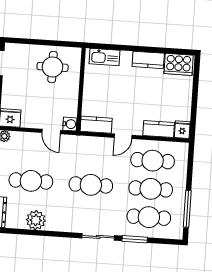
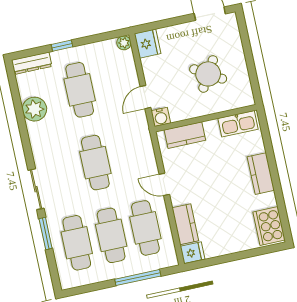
kitchen sink: (104, 57) -> (238, 124), moved, turned -90
kitchen counter: (148, 60) -> (261, 174), moved
round table: (53, 67) -> (208, 74), moved, turned 31
kitchen counter: (96, 125) -> (185, 135), moved, turned 90
window: (187, 209) -> (138, 278), moved

